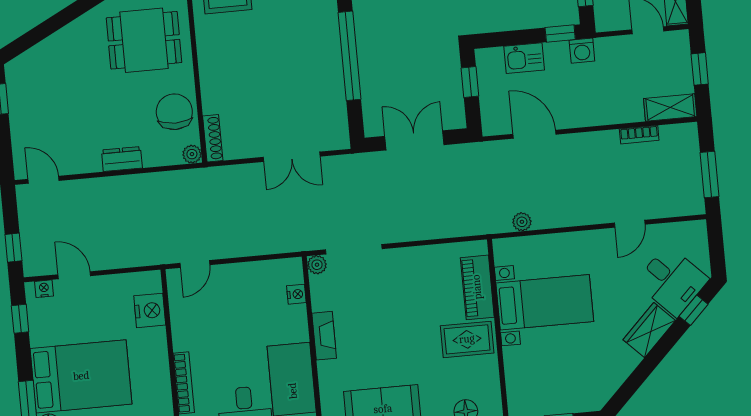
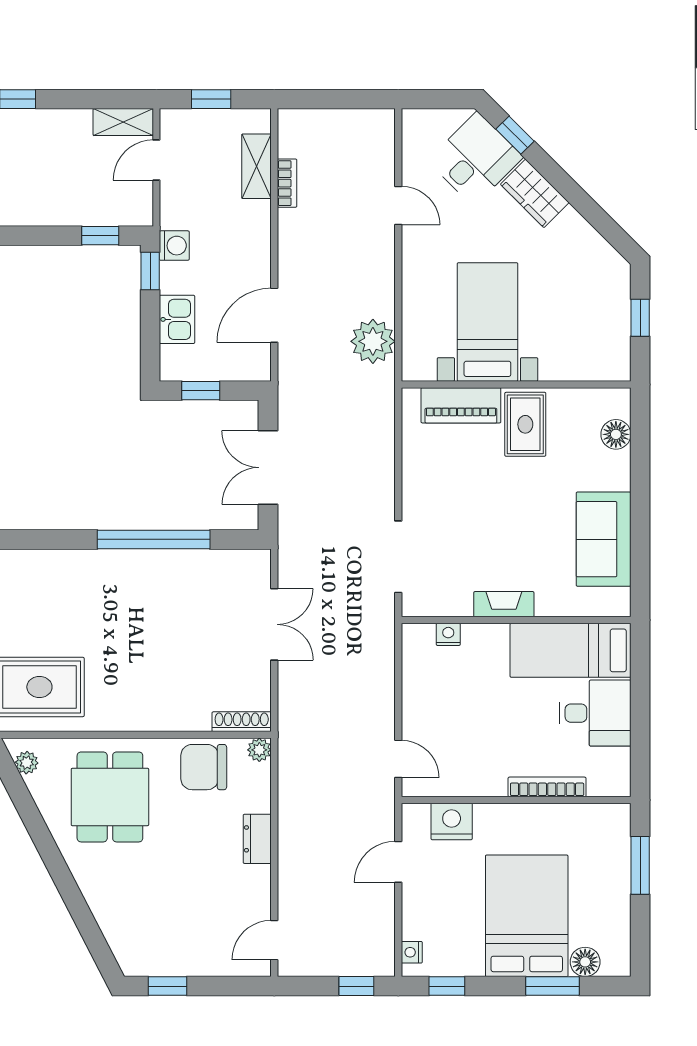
shelving: (670, 108) -> (257, 166), moved
window: (709, 174) -> (346, 99), removed
plant: (522, 222) -> (373, 341), width x1.88, depth x1.88
plant: (317, 265) -> (413, 605), removed
door: (74, 275) -> (398, 862), moved

